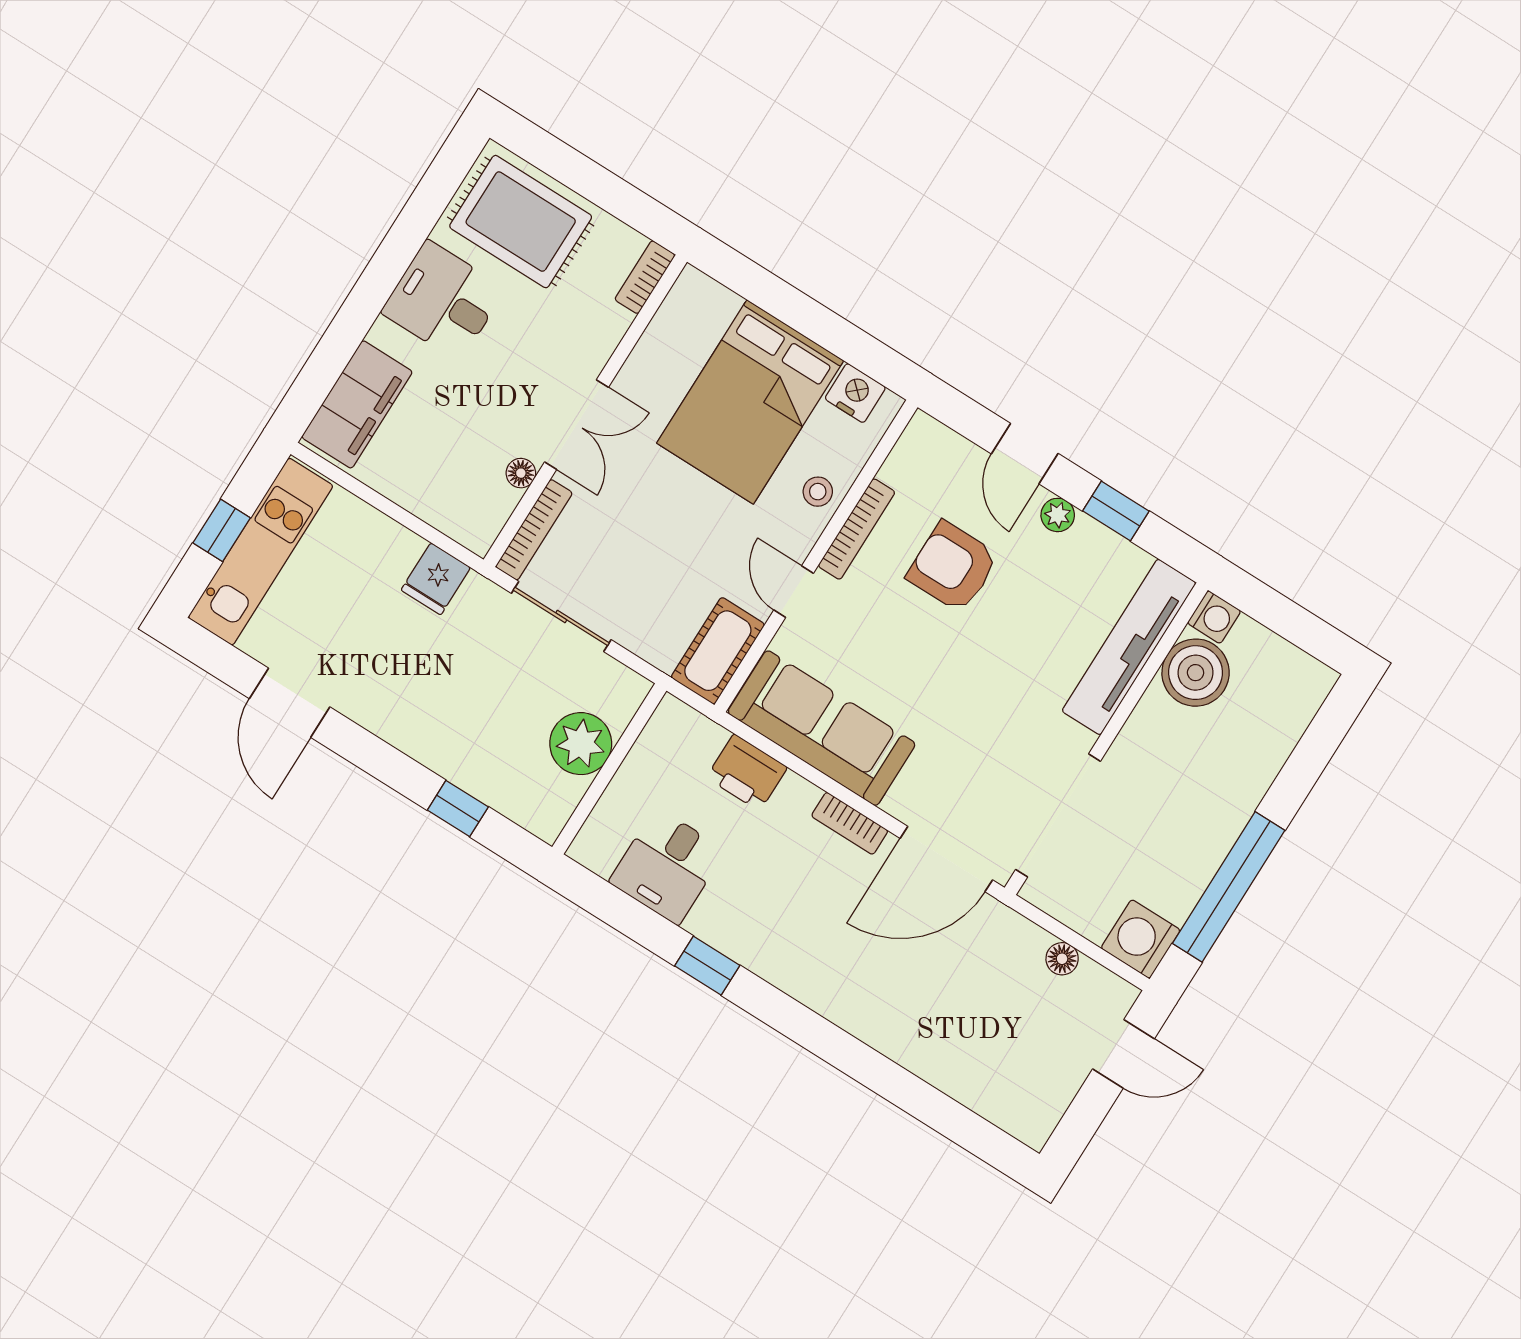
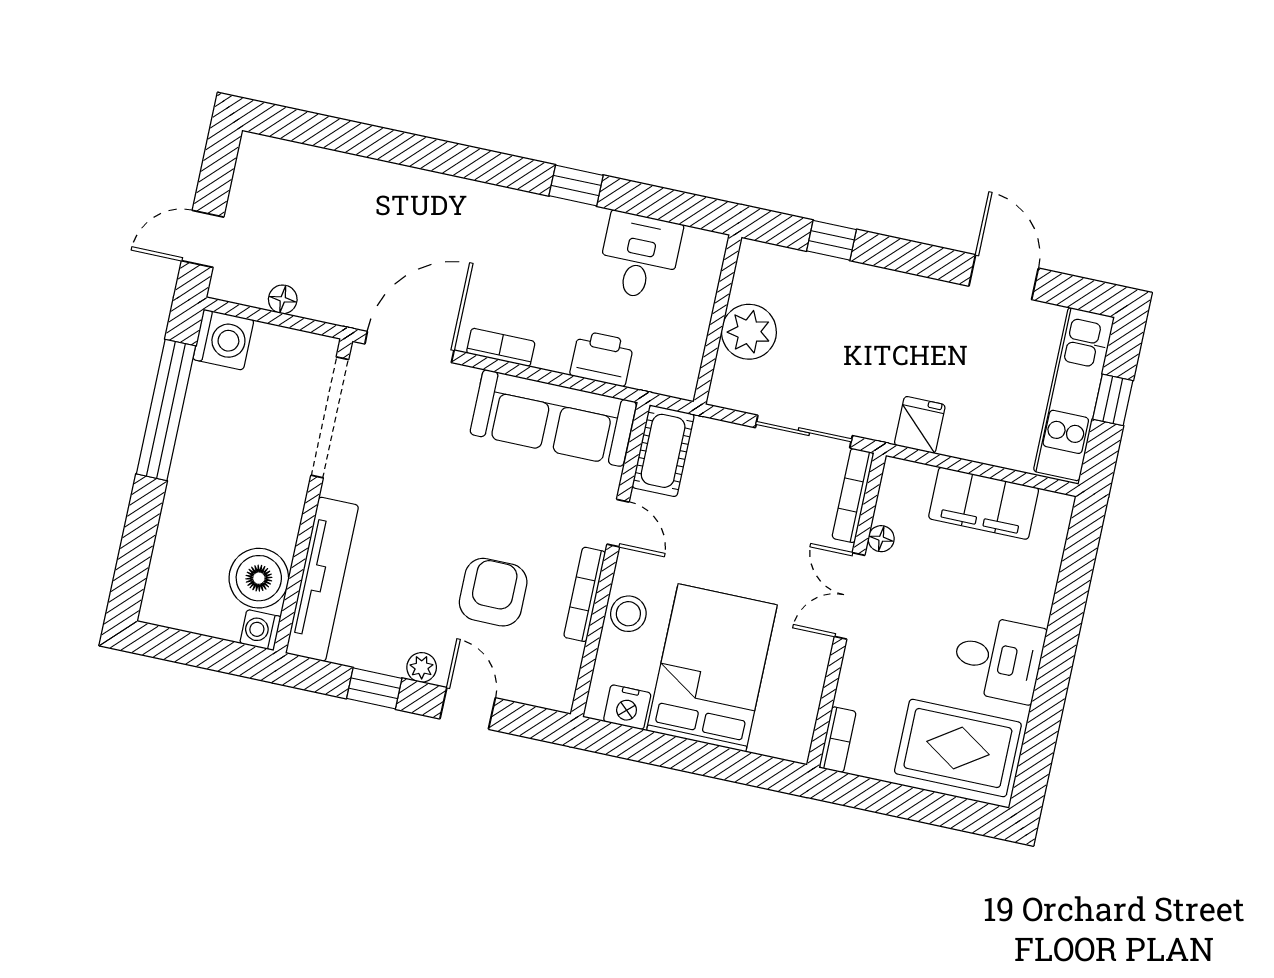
filing cabinet: (357, 404) -> (984, 503), moved, turned -90
stool: (818, 492) -> (628, 614), width x1.37, depth x1.37
armchair: (953, 567) -> (493, 592), turned -90

